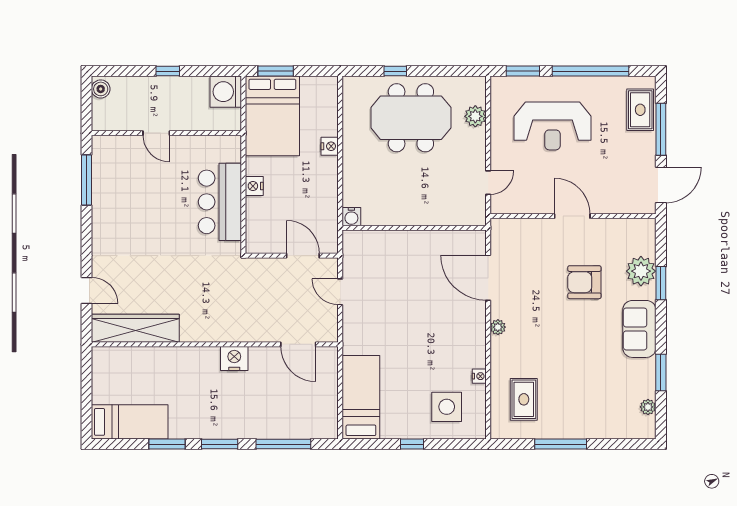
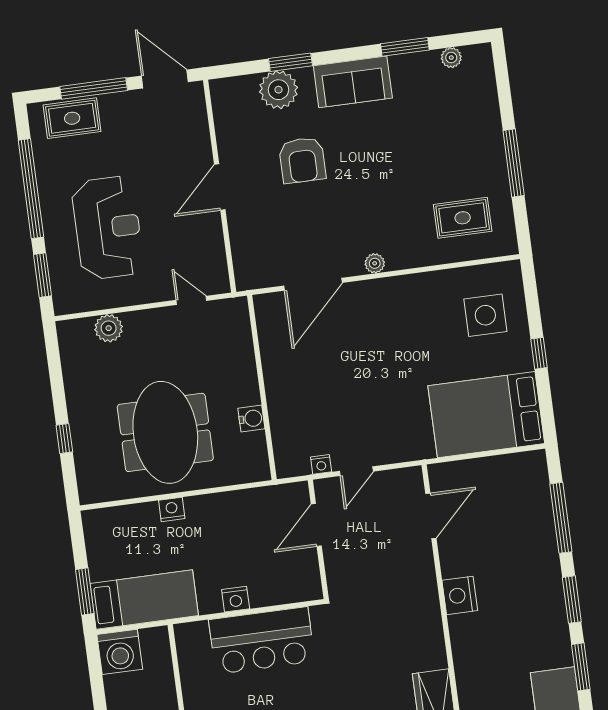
bed: (272, 116) -> (144, 600), width x0.67
meeting table: (411, 118) -> (165, 432), moved
water cooler: (351, 217) -> (251, 418), moved
nightstand: (479, 376) -> (321, 464), moved, turned 180
bed: (361, 397) -> (486, 415), width x1.50

